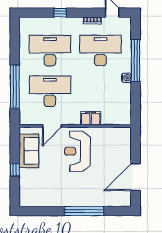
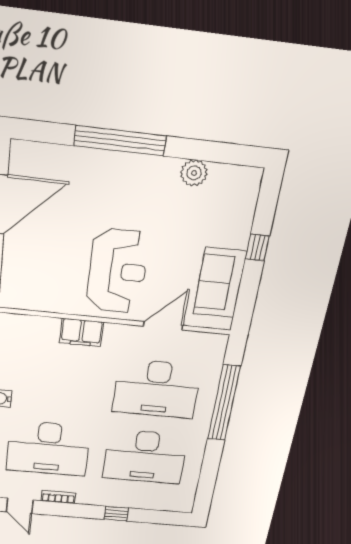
plant: (50, 201) -> (194, 173), added

